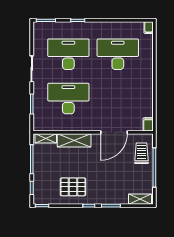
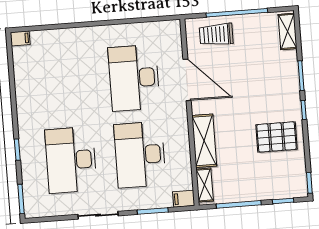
desk: (118, 54) -> (134, 78), moved
filing cabinet: (148, 124) -> (184, 199), moved
pallet: (73, 187) -> (277, 137), turned 90

